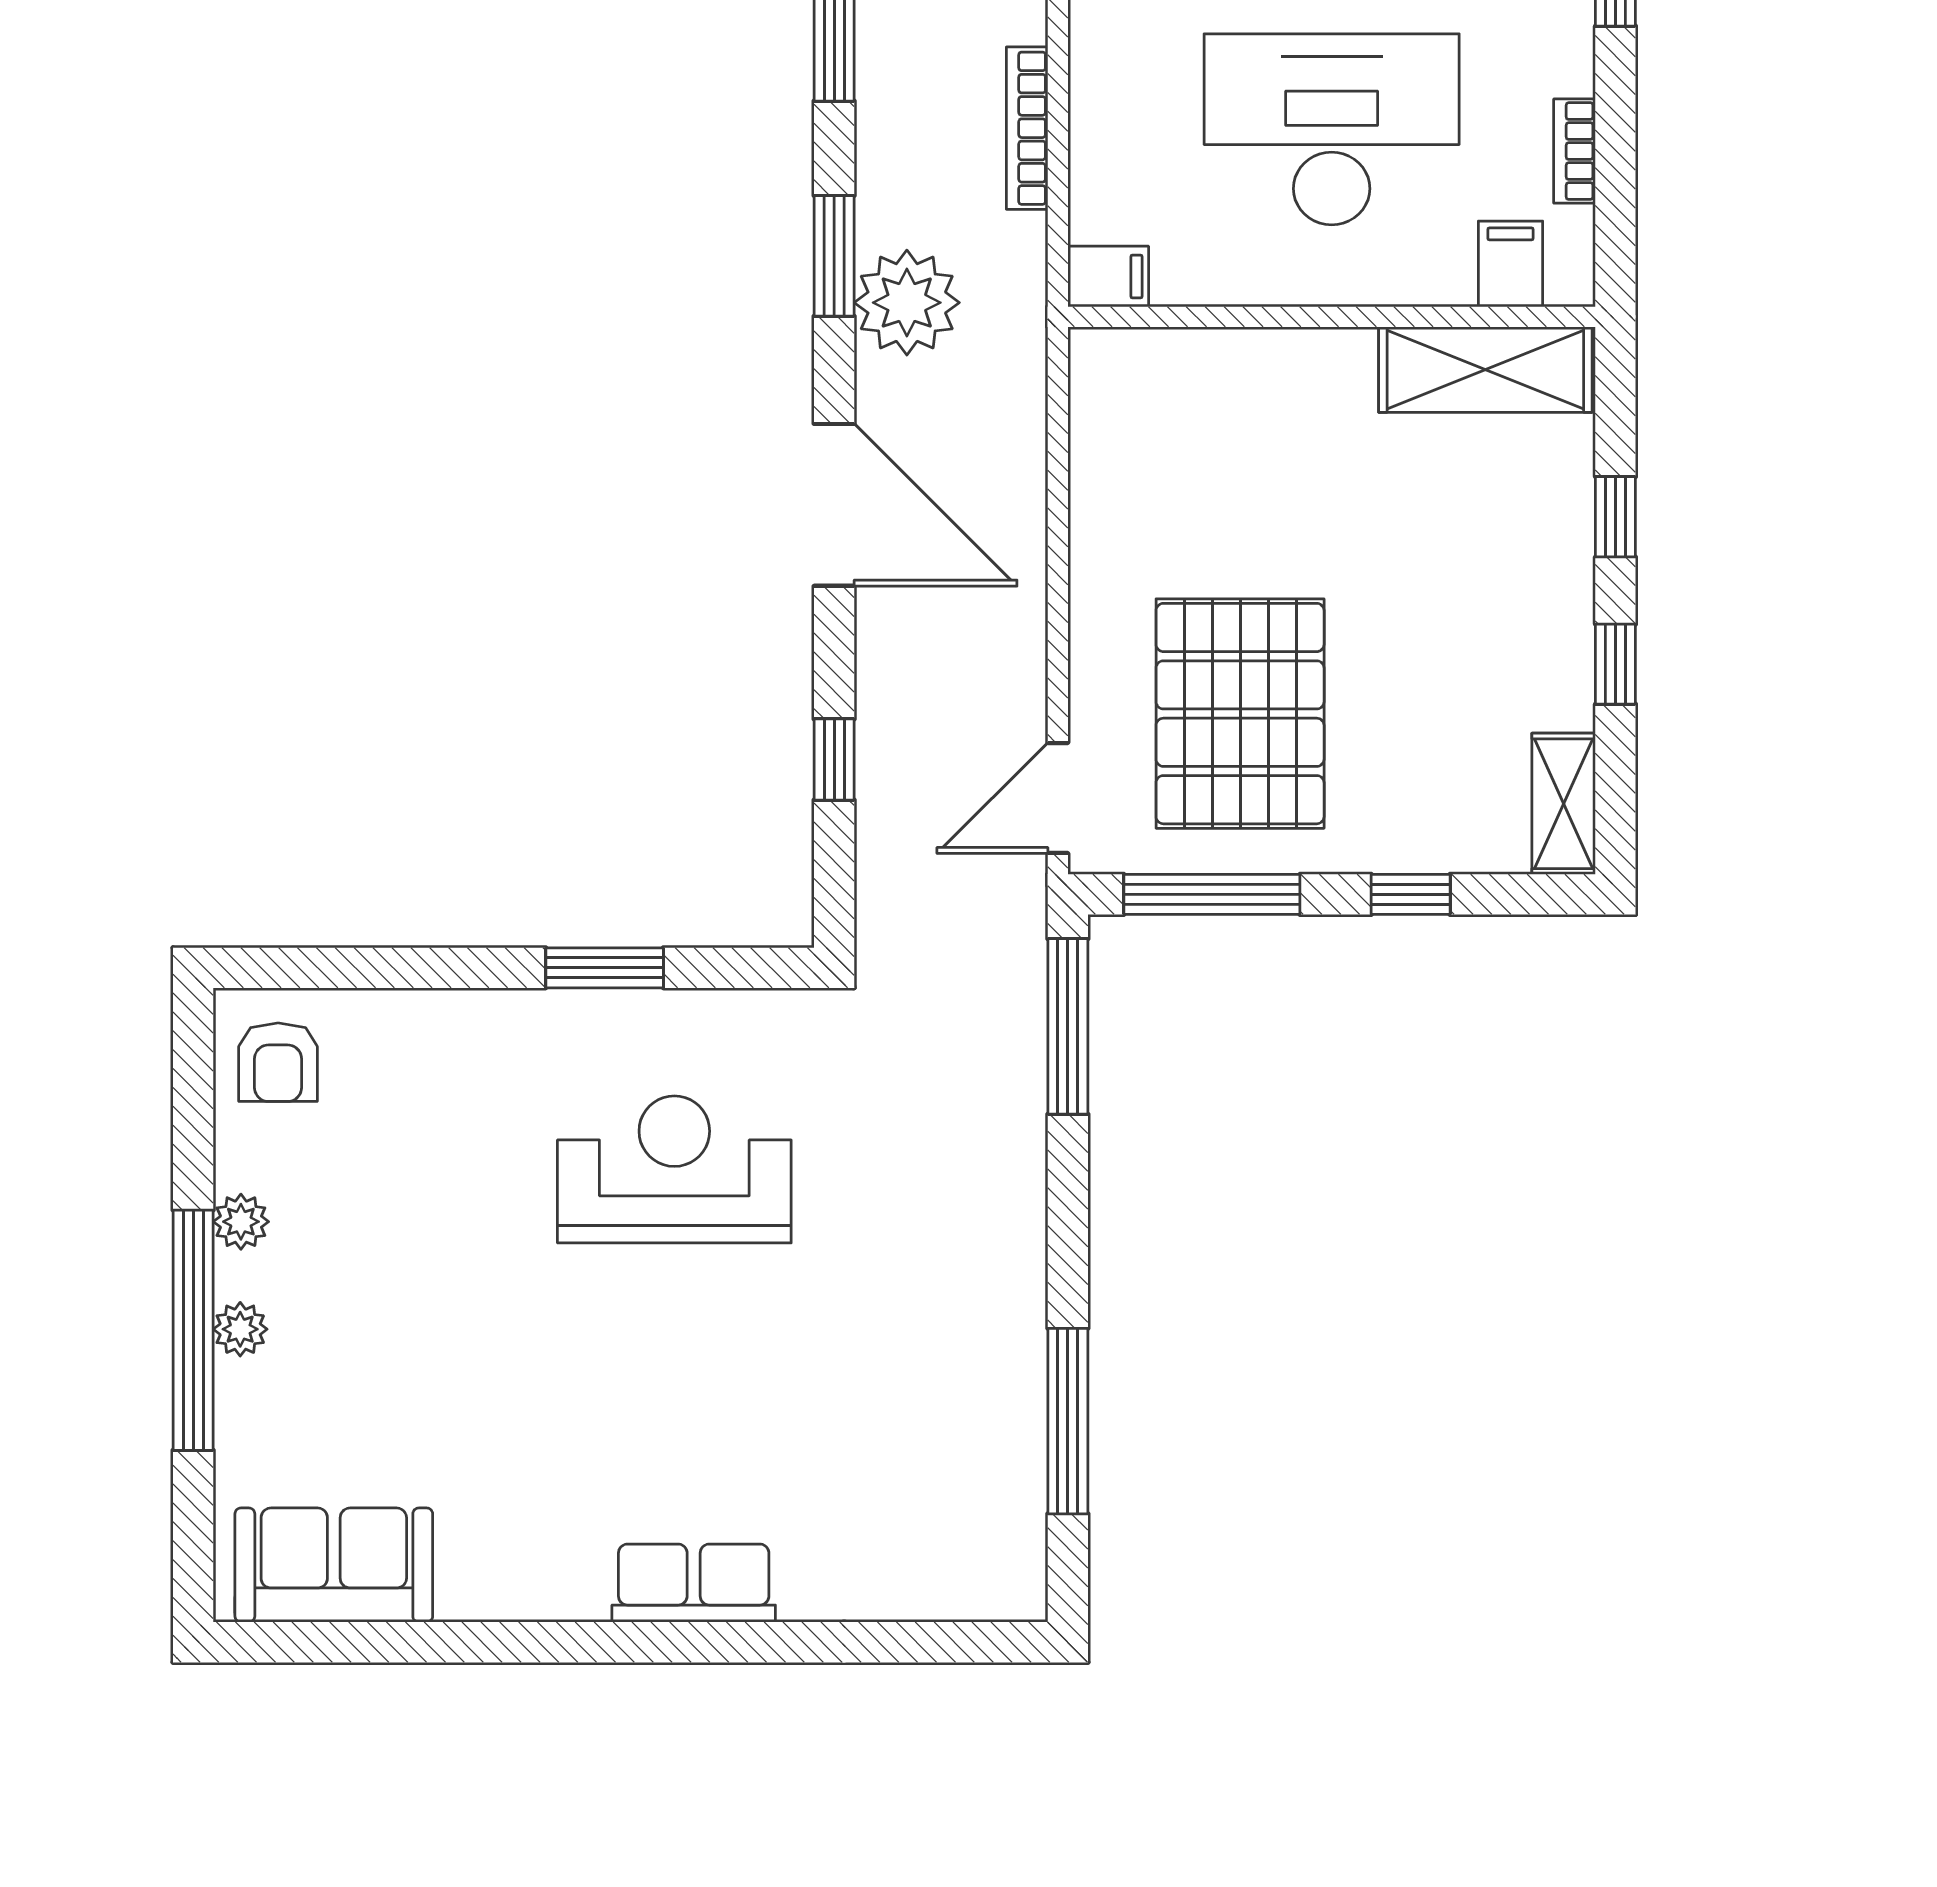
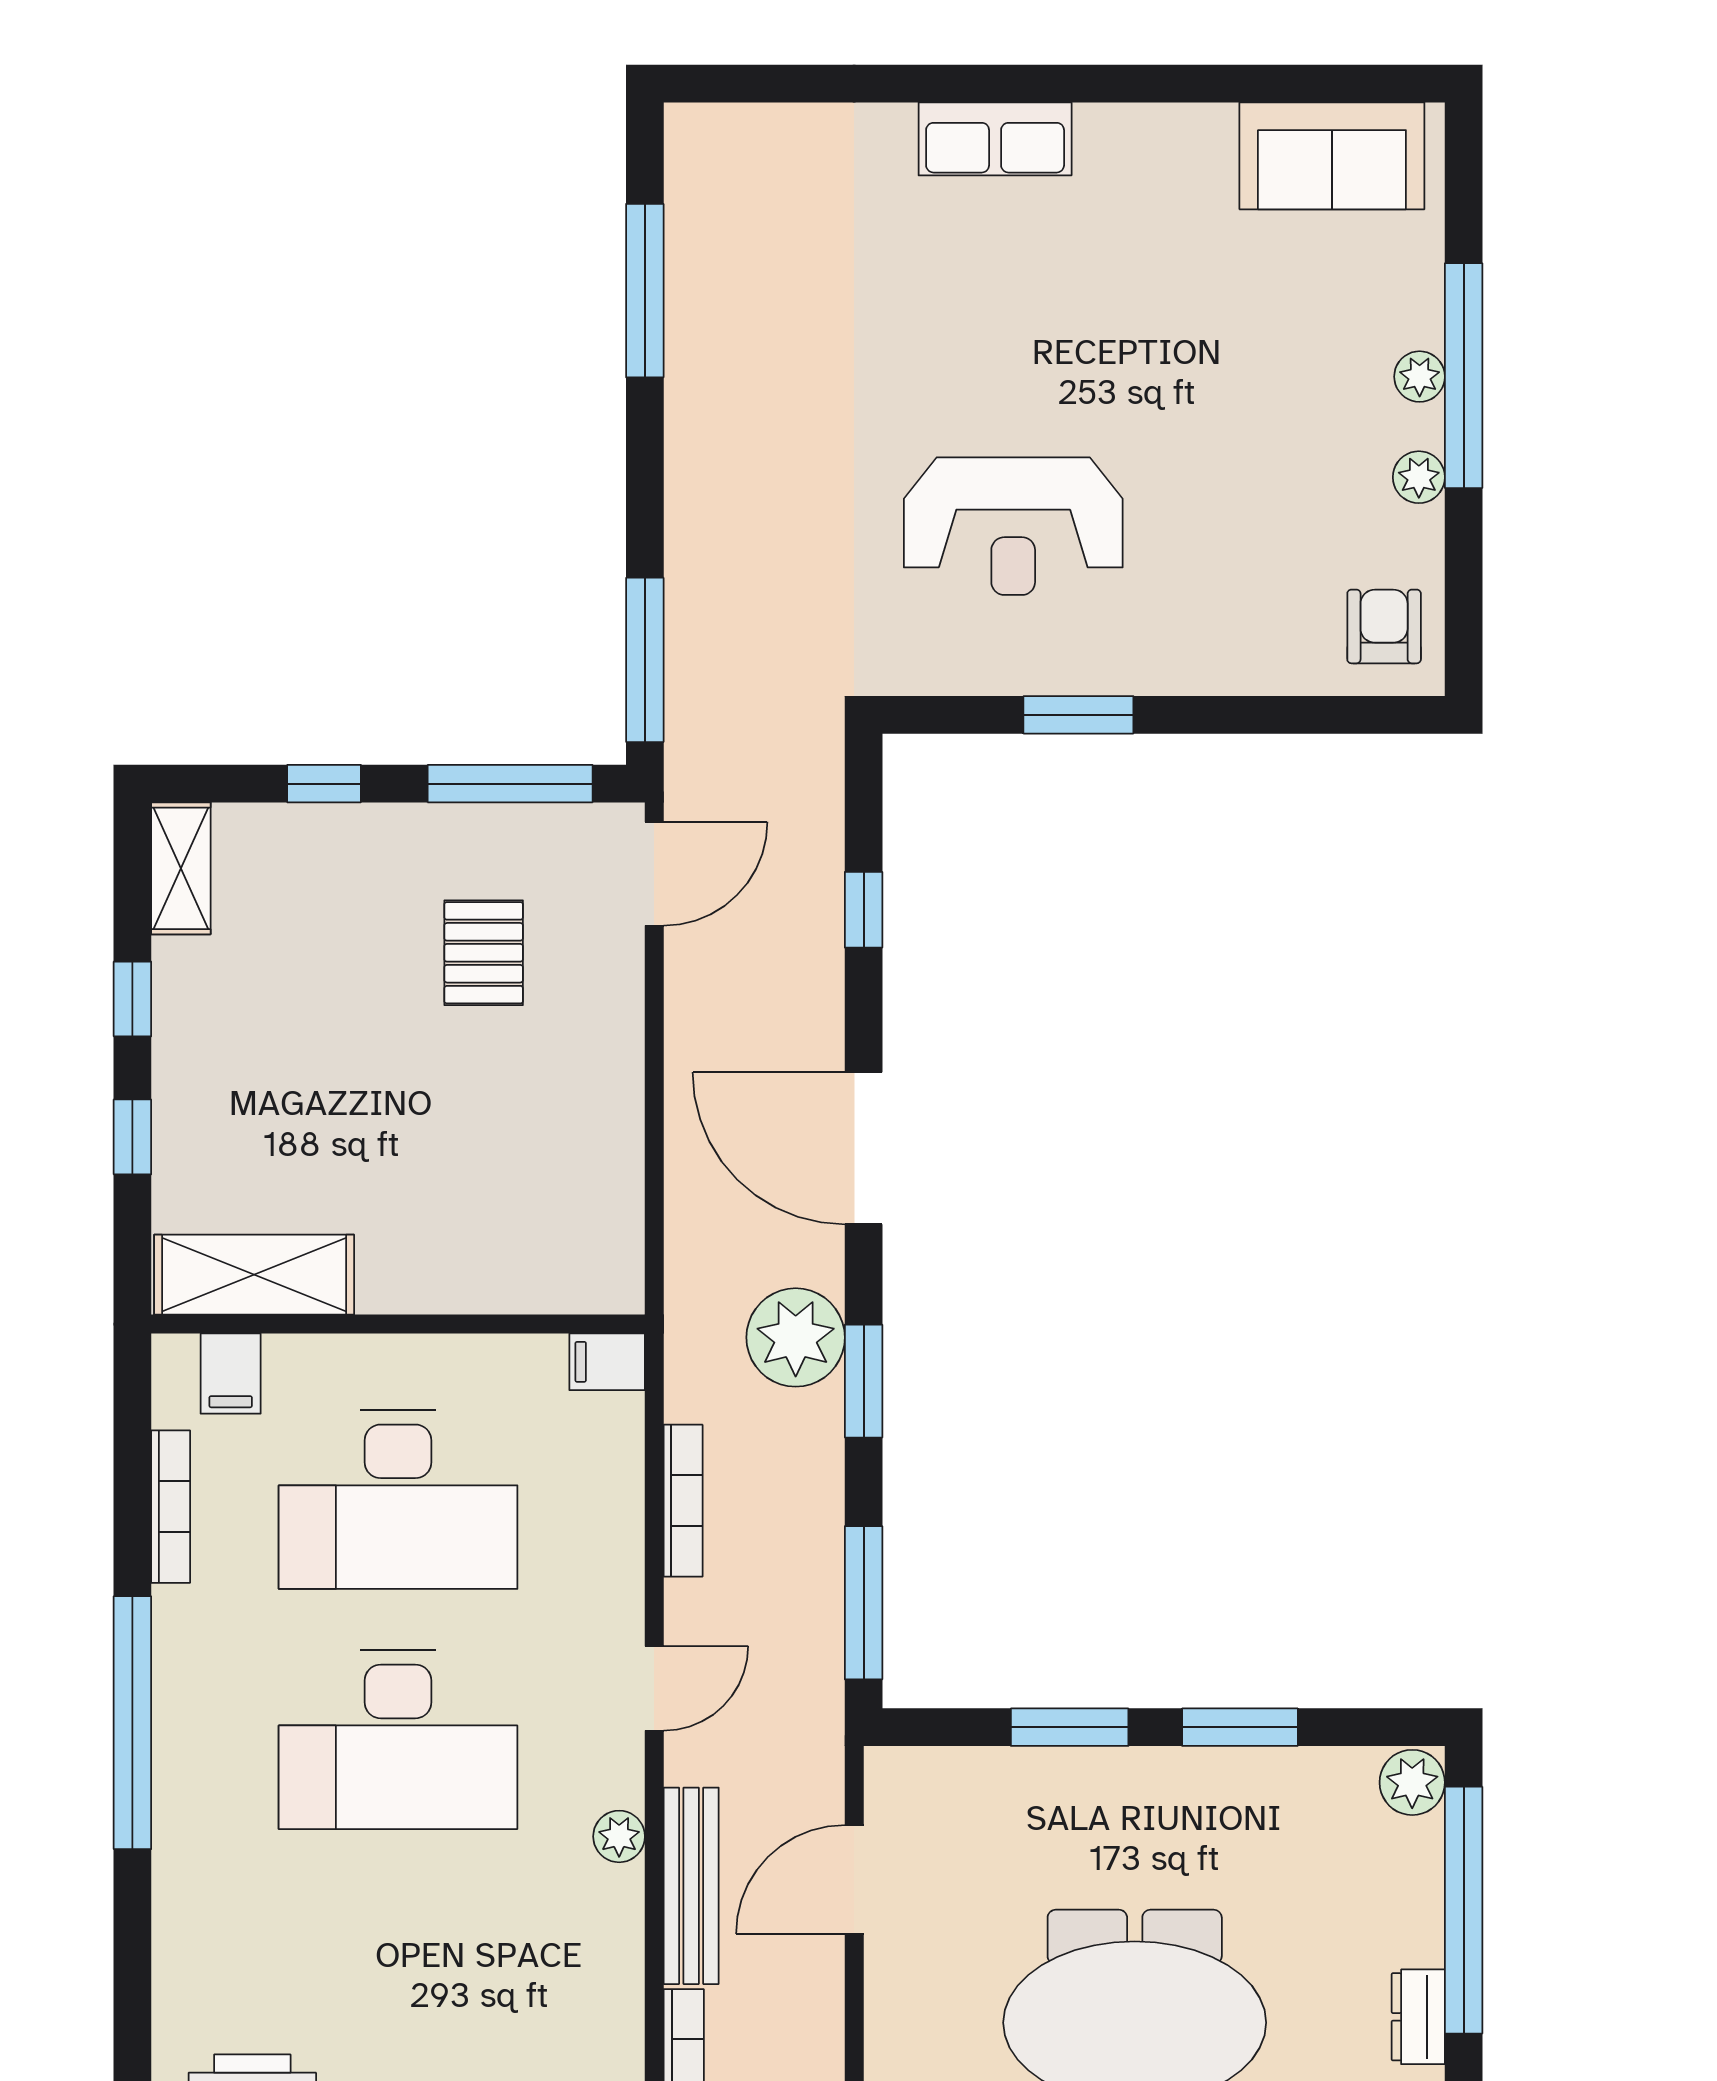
bookcase: (1575, 151) -> (171, 1507), width x1.56
pallet: (1240, 714) -> (484, 953), width x0.49, depth x0.50

